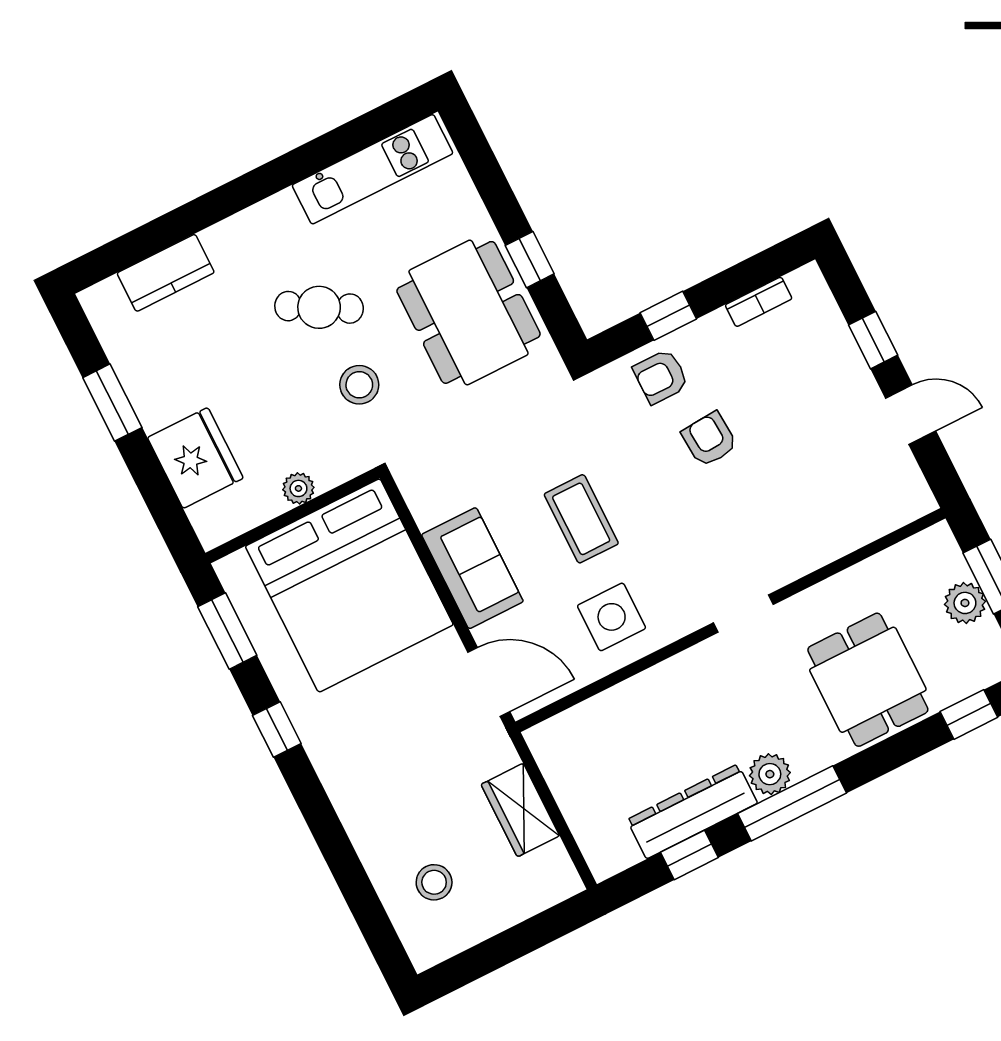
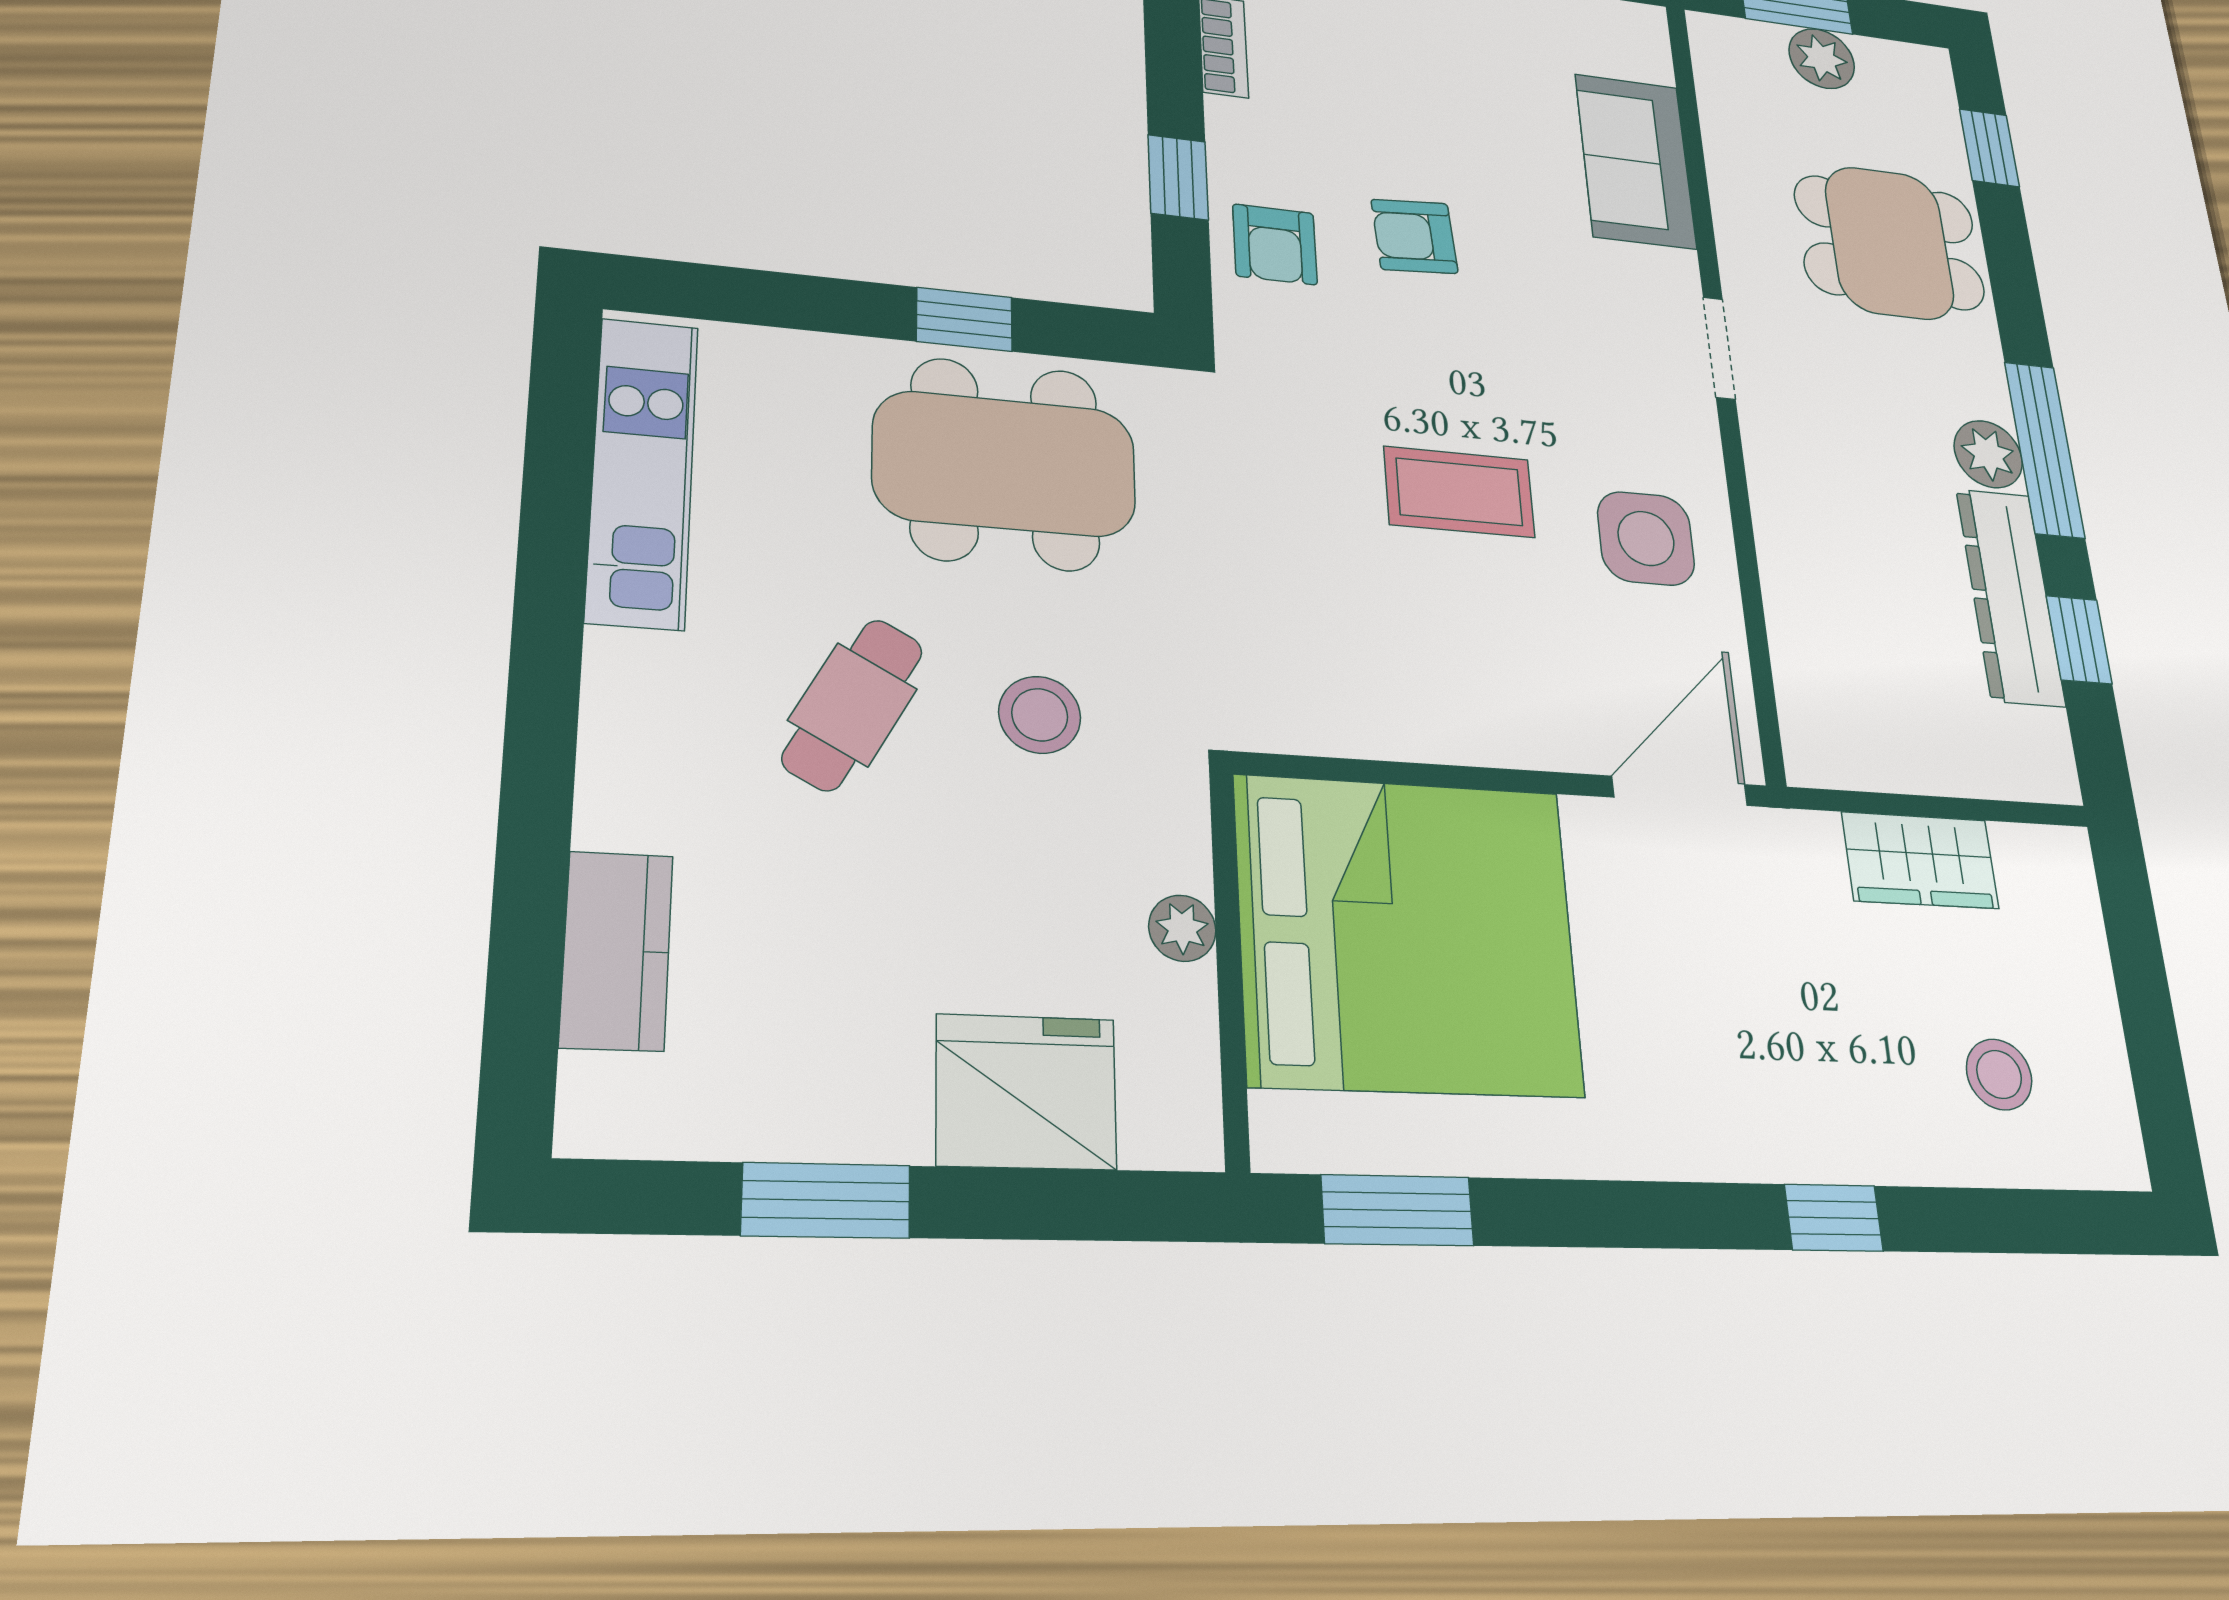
sofa: (472, 568) -> (1636, 161), moved, turned -90
window: (277, 729) -> (1834, 1218), moved

